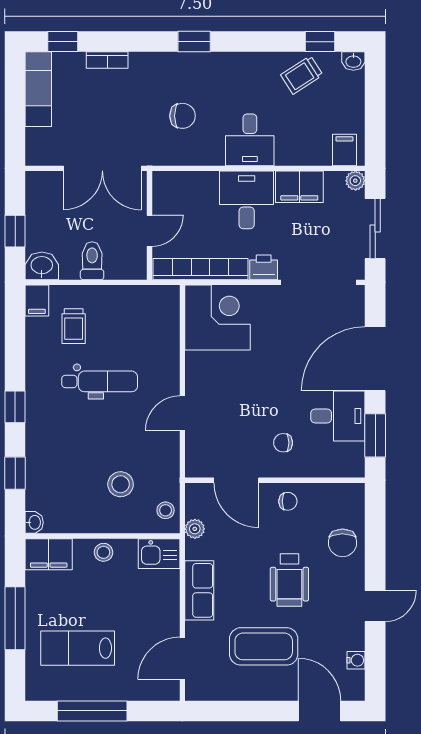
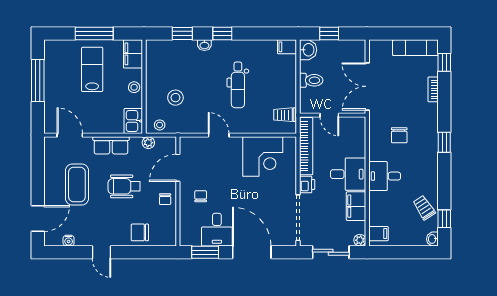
corner desk: (218, 318) -> (263, 156), moved
trolley: (74, 326) -> (284, 115), moved
washbasin: (34, 522) -> (204, 45), moved
wheelchair: (289, 580) -> (124, 186), moved
lab bench: (78, 648) -> (92, 69), moved

